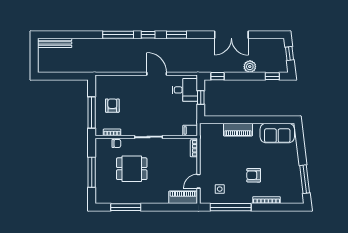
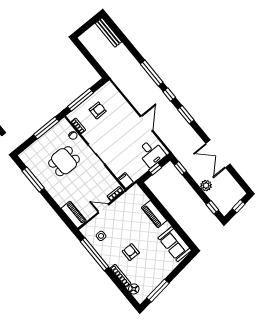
dining table: (132, 169) -> (64, 161), turned 90
window: (92, 172) -> (46, 128), moved
door: (198, 181) -> (103, 209), moved
floor lamp: (287, 198) -> (134, 289), added

